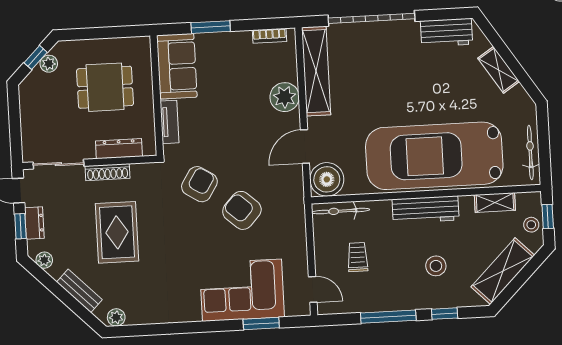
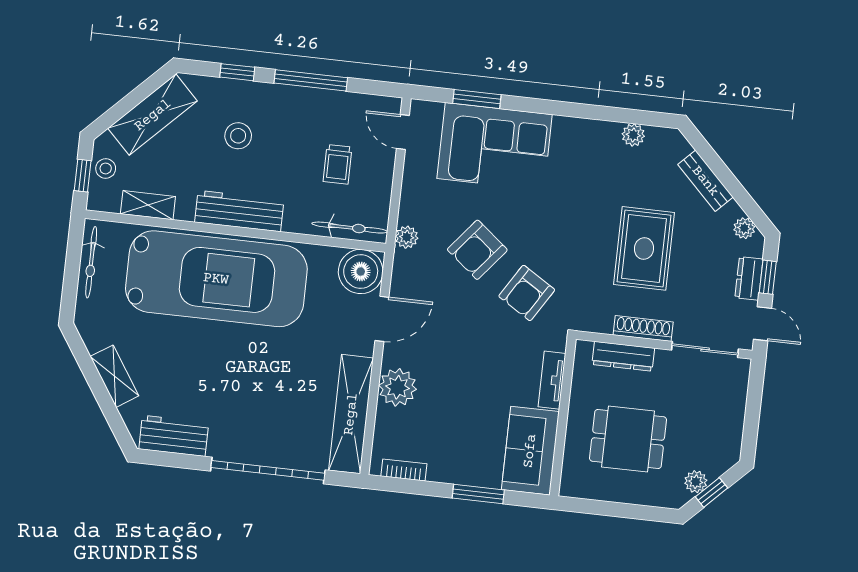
armchair: (242, 210) -> (477, 250), turned 87
plant: (297, 211) -> (407, 237), added
plant: (116, 317) -> (633, 135), moved

